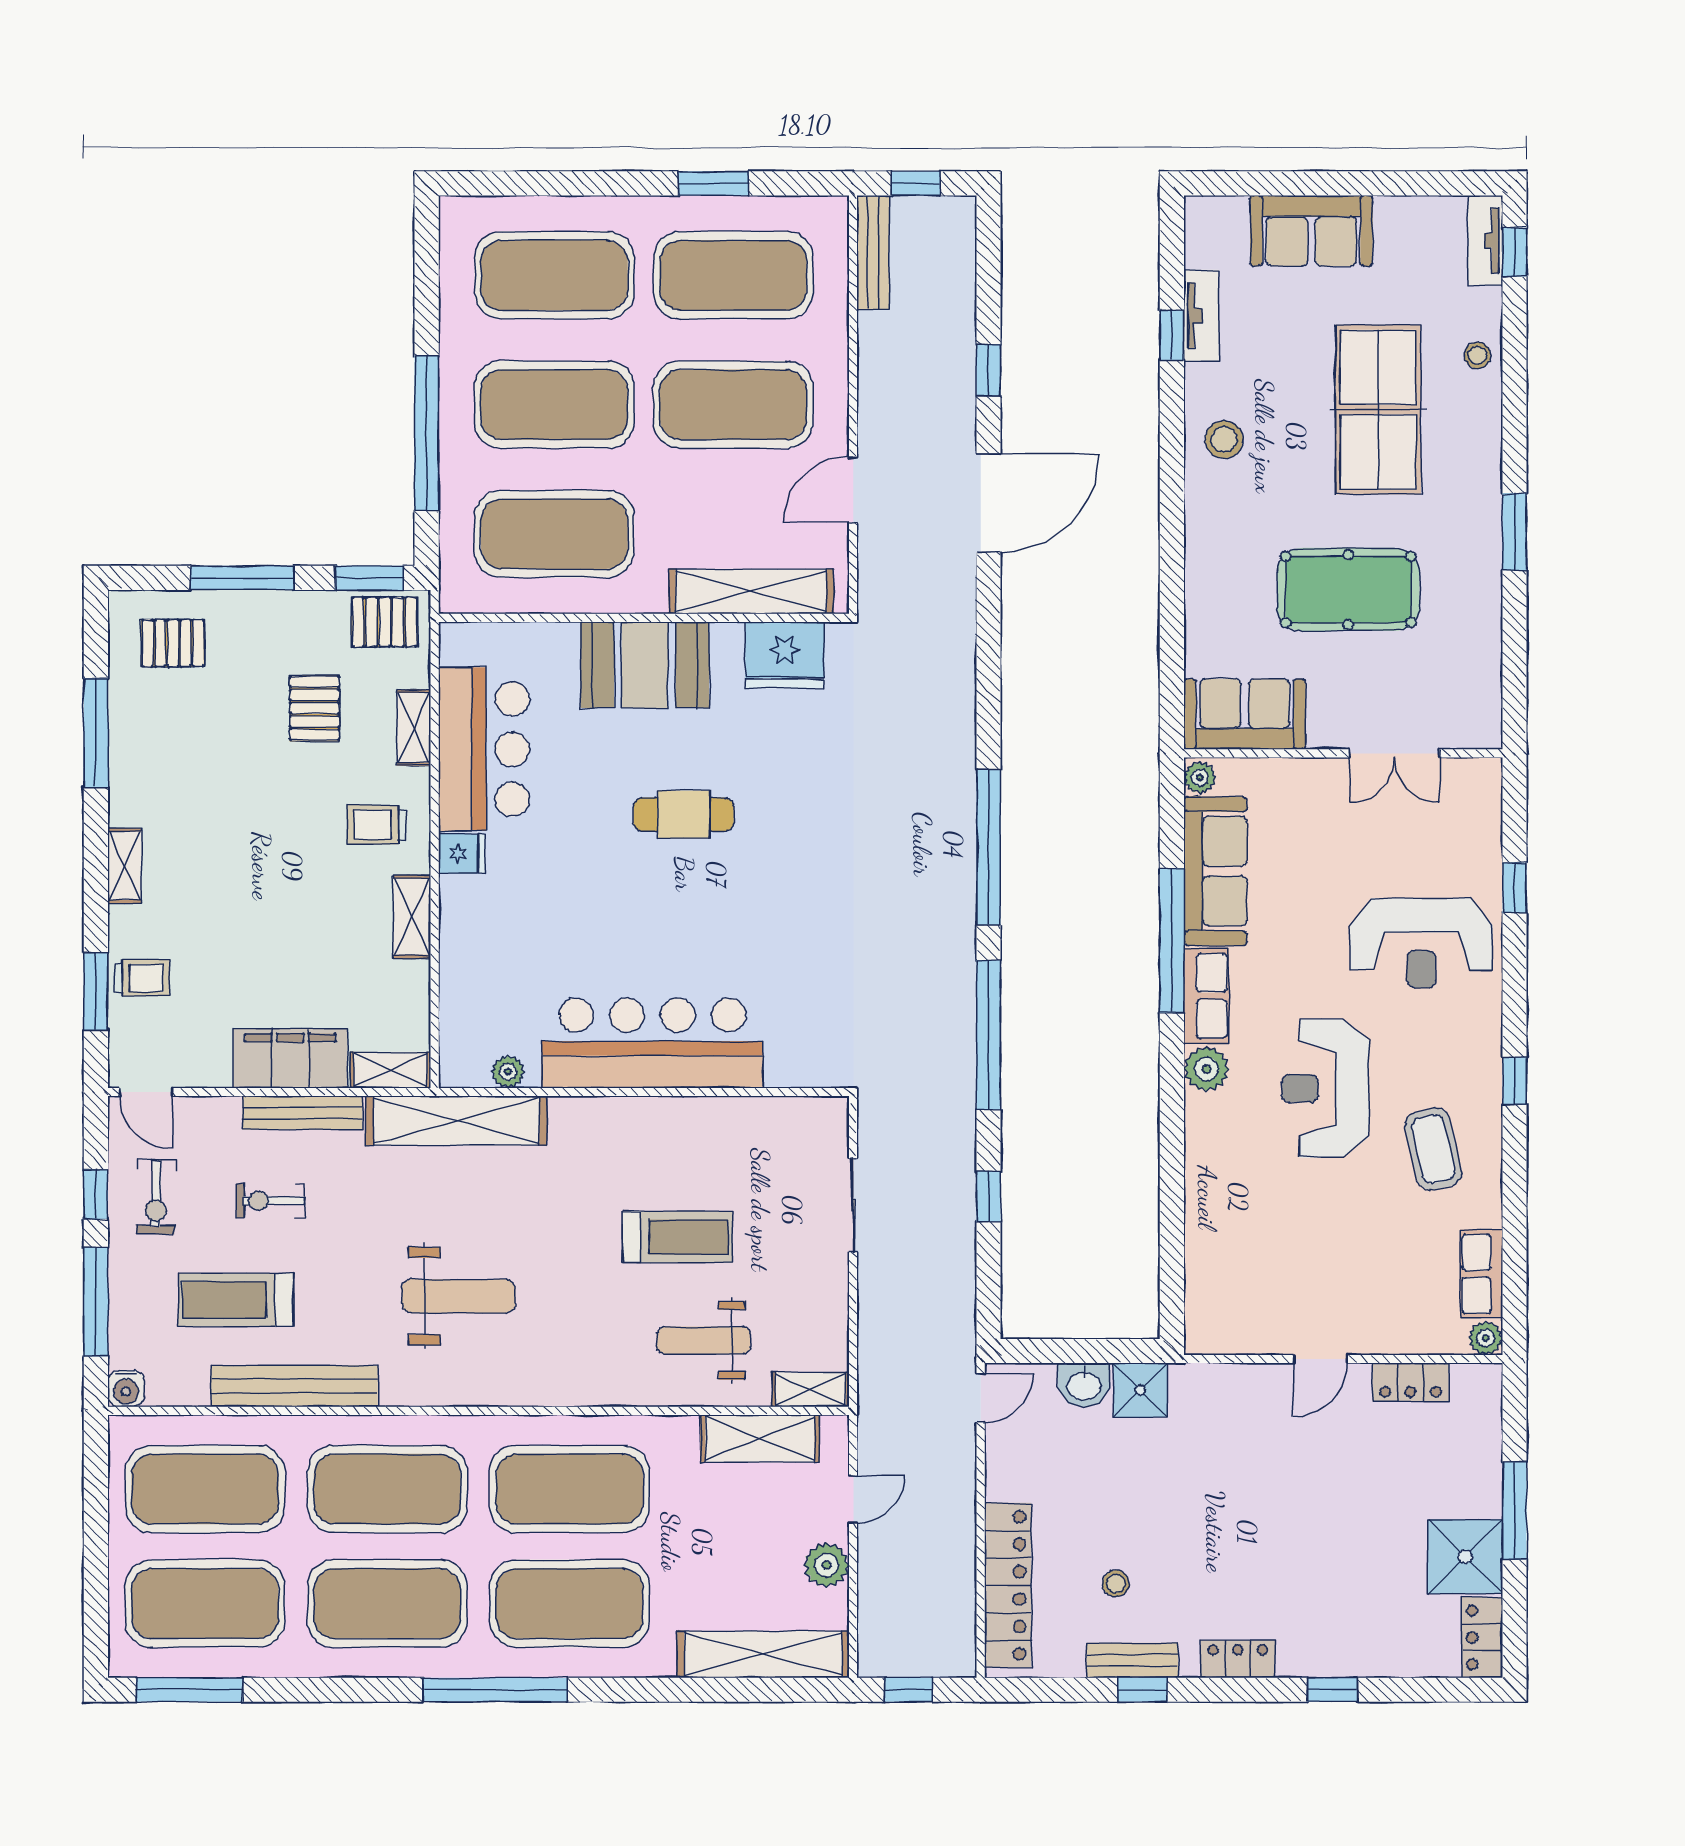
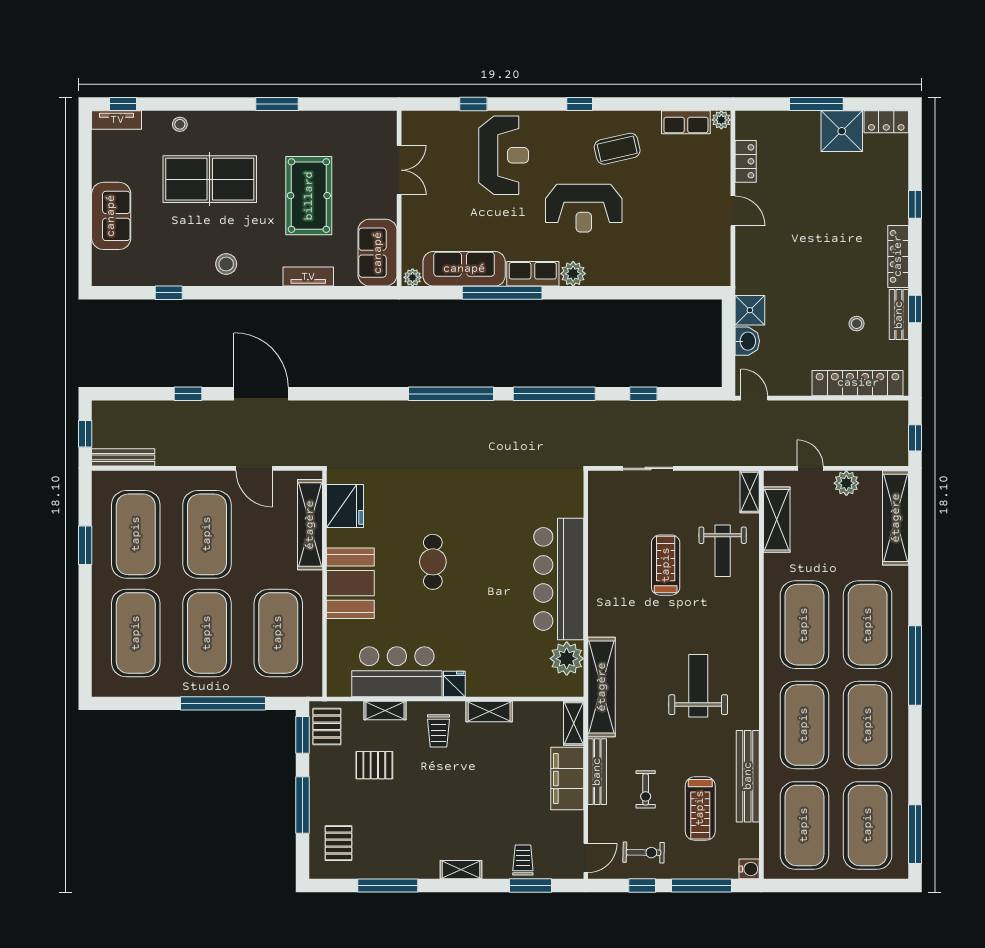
tv unit: (1201, 316) -> (308, 277), moved
plant: (508, 1072) -> (567, 659), width x1.87, depth x1.87
locker: (1238, 1659) -> (898, 256), width x1.53

